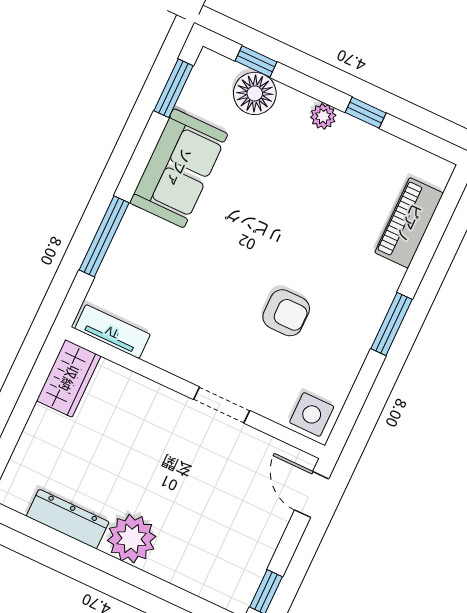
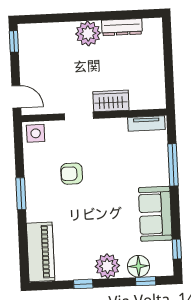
window: (173, 88) -> (177, 249), width x0.67
plant: (323, 116) -> (107, 266), width x1.88, depth x1.88
piano: (409, 223) -> (41, 252), width x1.37, depth x1.33
wardrobe: (69, 378) -> (111, 101), moved, turned 90

